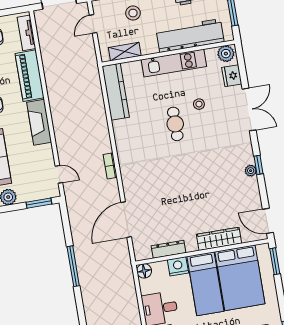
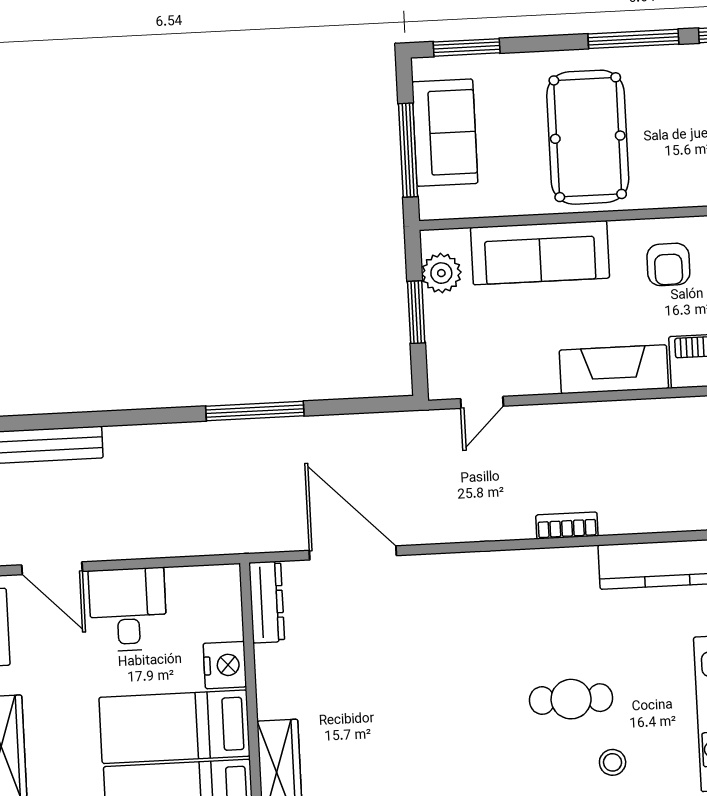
bookcase: (110, 166) -> (567, 526), moved
window: (39, 203) -> (416, 312), moved
dresser: (168, 249) -> (267, 602), moved
floor lamp: (144, 271) -> (223, 582), removed

